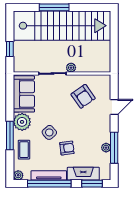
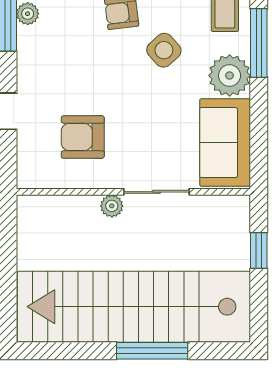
armchair: (83, 96) -> (83, 137), turned -55

